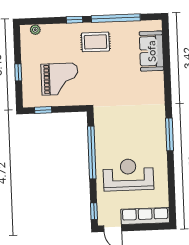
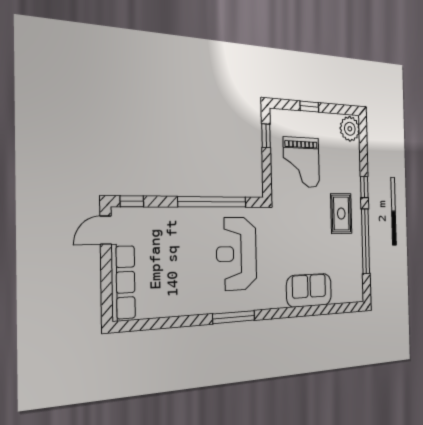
plant: (35, 30) -> (350, 129), width x1.88, depth x1.88
sofa: (151, 51) -> (309, 290), moved
reception desk: (128, 175) -> (237, 254), moved, turned 180

